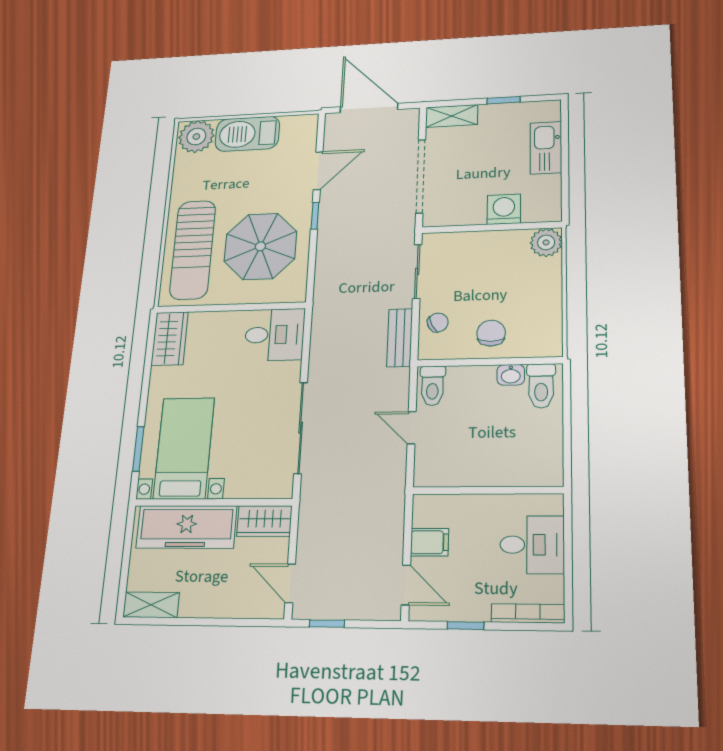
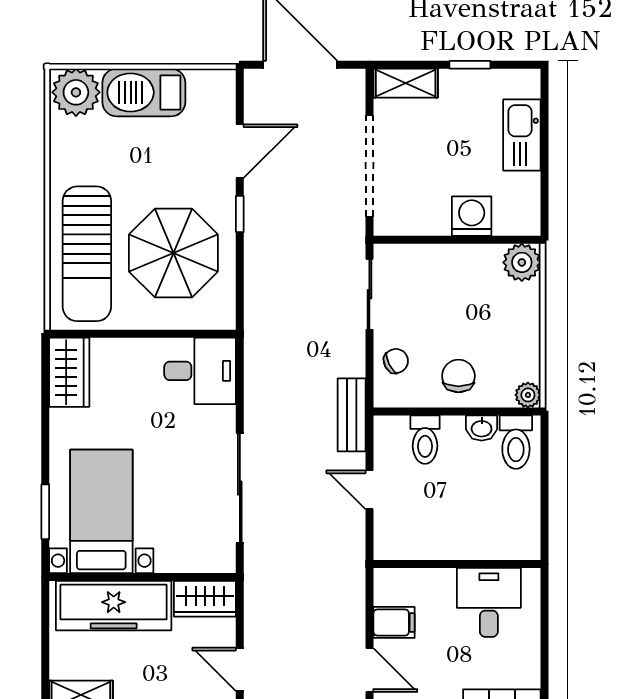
bench: (400, 338) -> (352, 415), moved
plant: (552, 347) -> (528, 395), added
toilet: (432, 386) -> (425, 440), moved
desk: (532, 545) -> (489, 602), moved, turned -90

